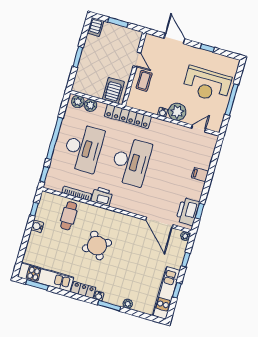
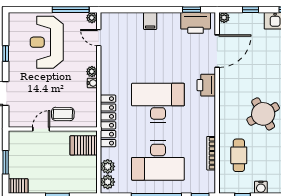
reception desk: (207, 84) -> (47, 42), turned 180
window: (232, 100) -> (71, 10), moved
plant: (177, 112) -> (92, 72), width x0.53, depth x0.53
plant: (216, 127) -> (92, 18), added
desk: (83, 148) -> (158, 161), turned 180
printer: (102, 196) -> (206, 85), moved
cafe table: (69, 216) -> (239, 155), turned 90

